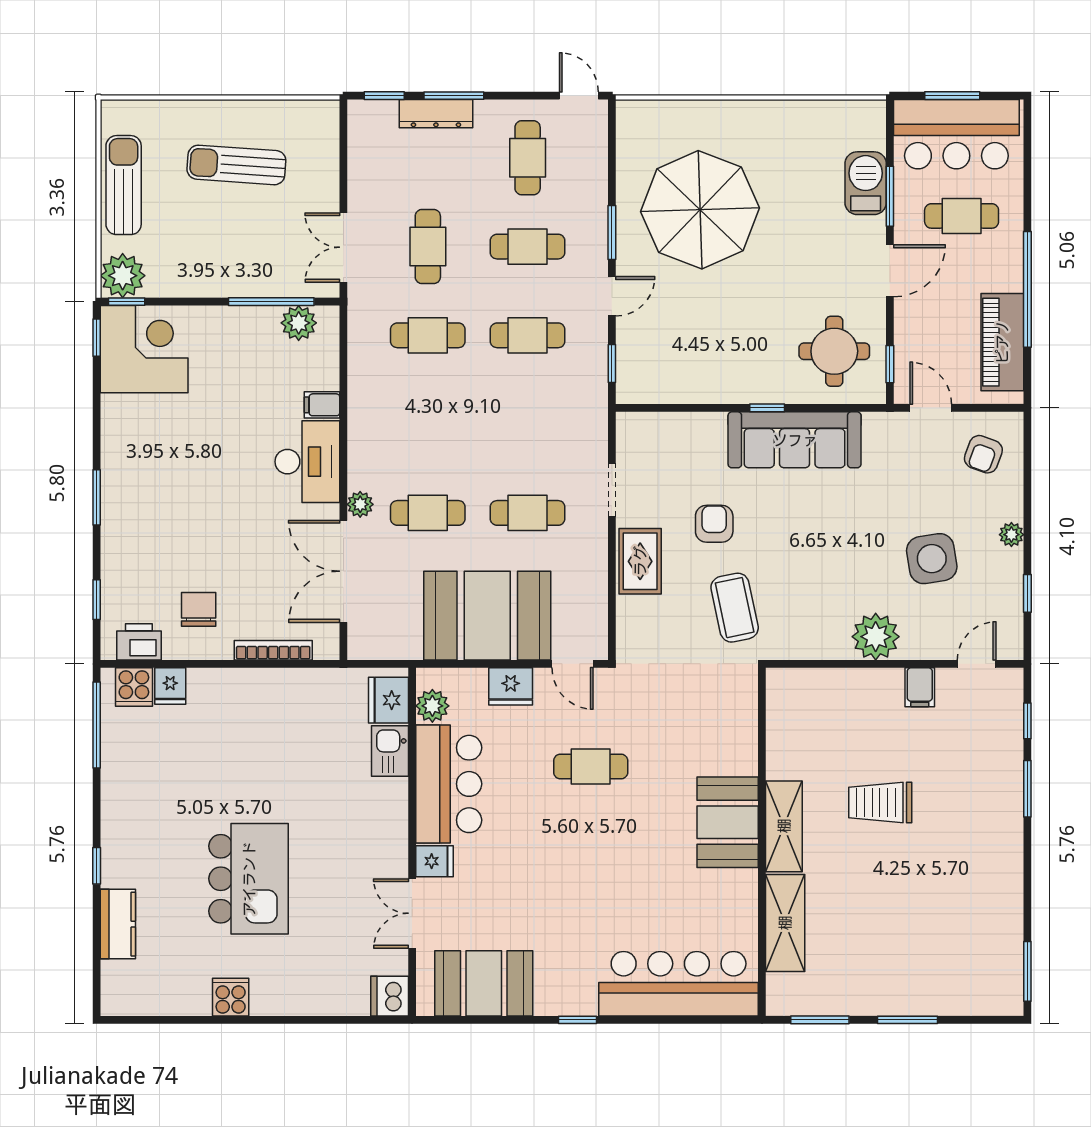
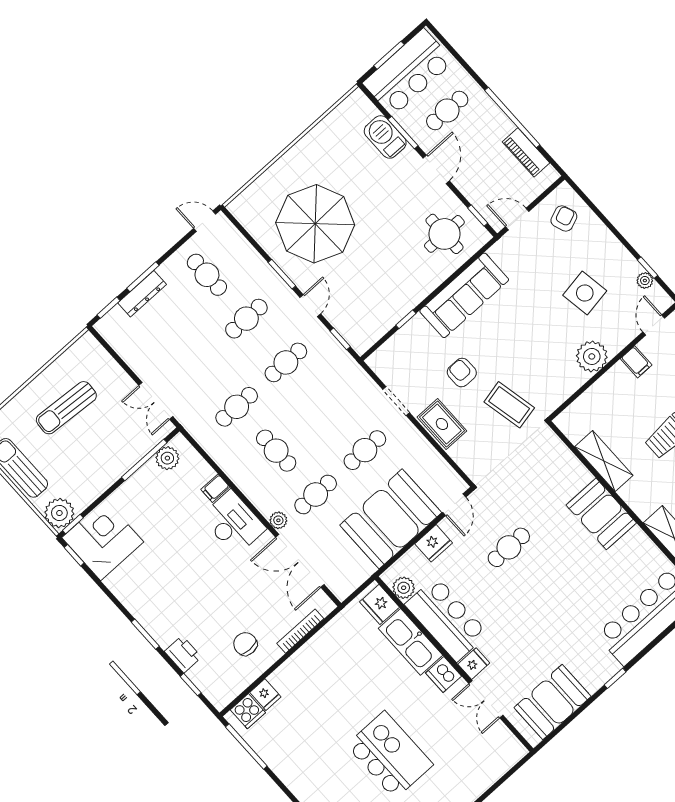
cafe table: (428, 247) -> (276, 451), moved
piano: (1002, 342) -> (526, 152), width x0.73, depth x0.75
window: (767, 408) -> (406, 319), moved
armchair: (983, 454) -> (564, 218), turned -131
plant: (1011, 535) -> (645, 281), moved
printer: (139, 642) -> (183, 654), moved, turned 90
door: (572, 664) -> (454, 505), hinge flipped
kitchen sink: (390, 751) -> (410, 642), width x1.88, depth x1.24
shelving: (784, 826) -> (604, 461), moved
dishwasher: (390, 996) -> (444, 674), moved

